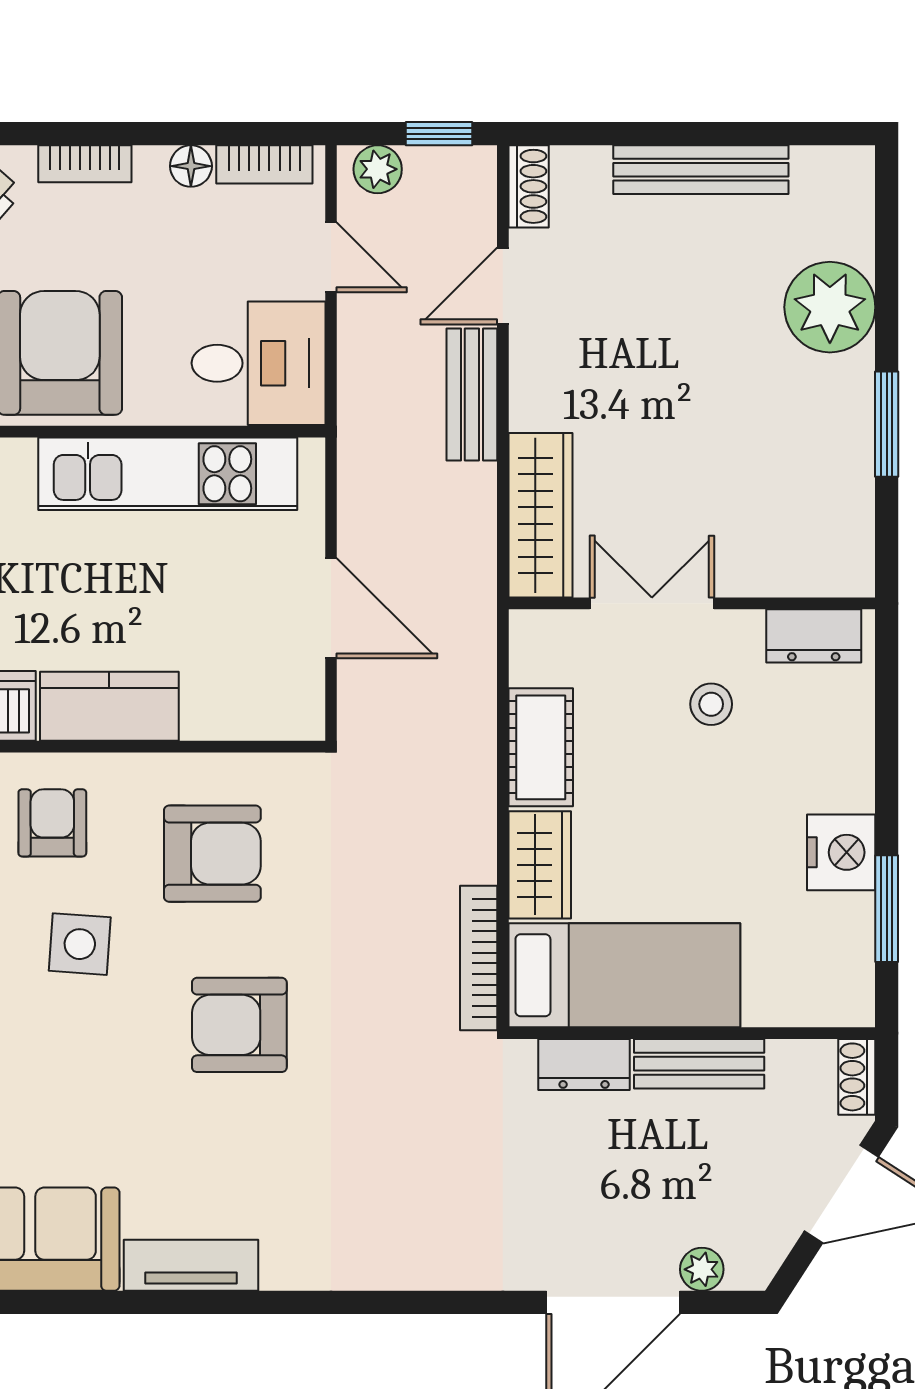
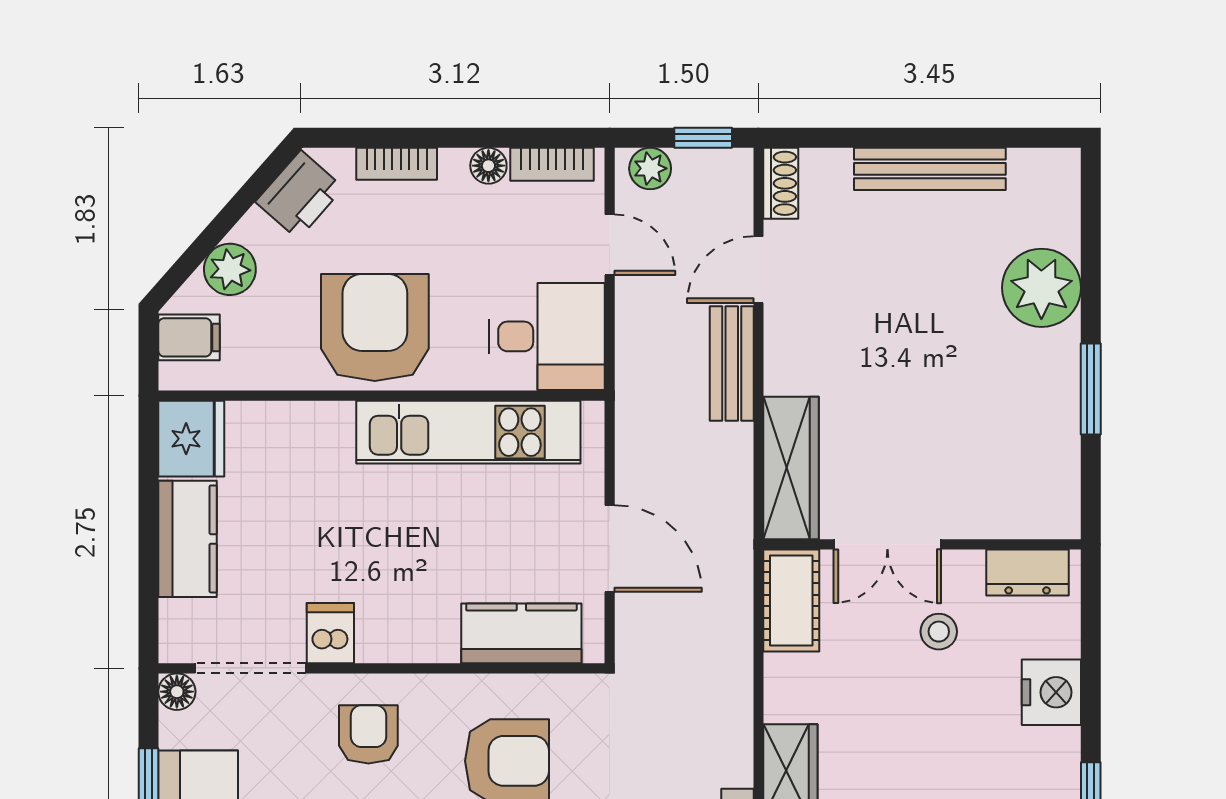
double door: (652, 603) -> (887, 544), swing flipped
kitchen counter: (109, 706) -> (521, 633), moved
cot: (541, 747) -> (791, 600), moved
nightstand: (841, 852) -> (1051, 692), moved

